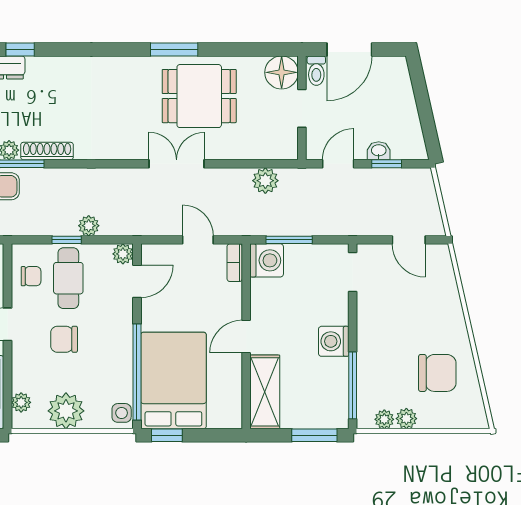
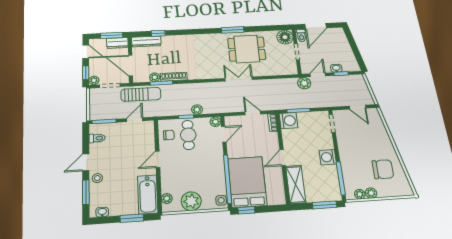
plant: (265, 181) -> (304, 83), moved
chair: (64, 339) -> (188, 165), removed

